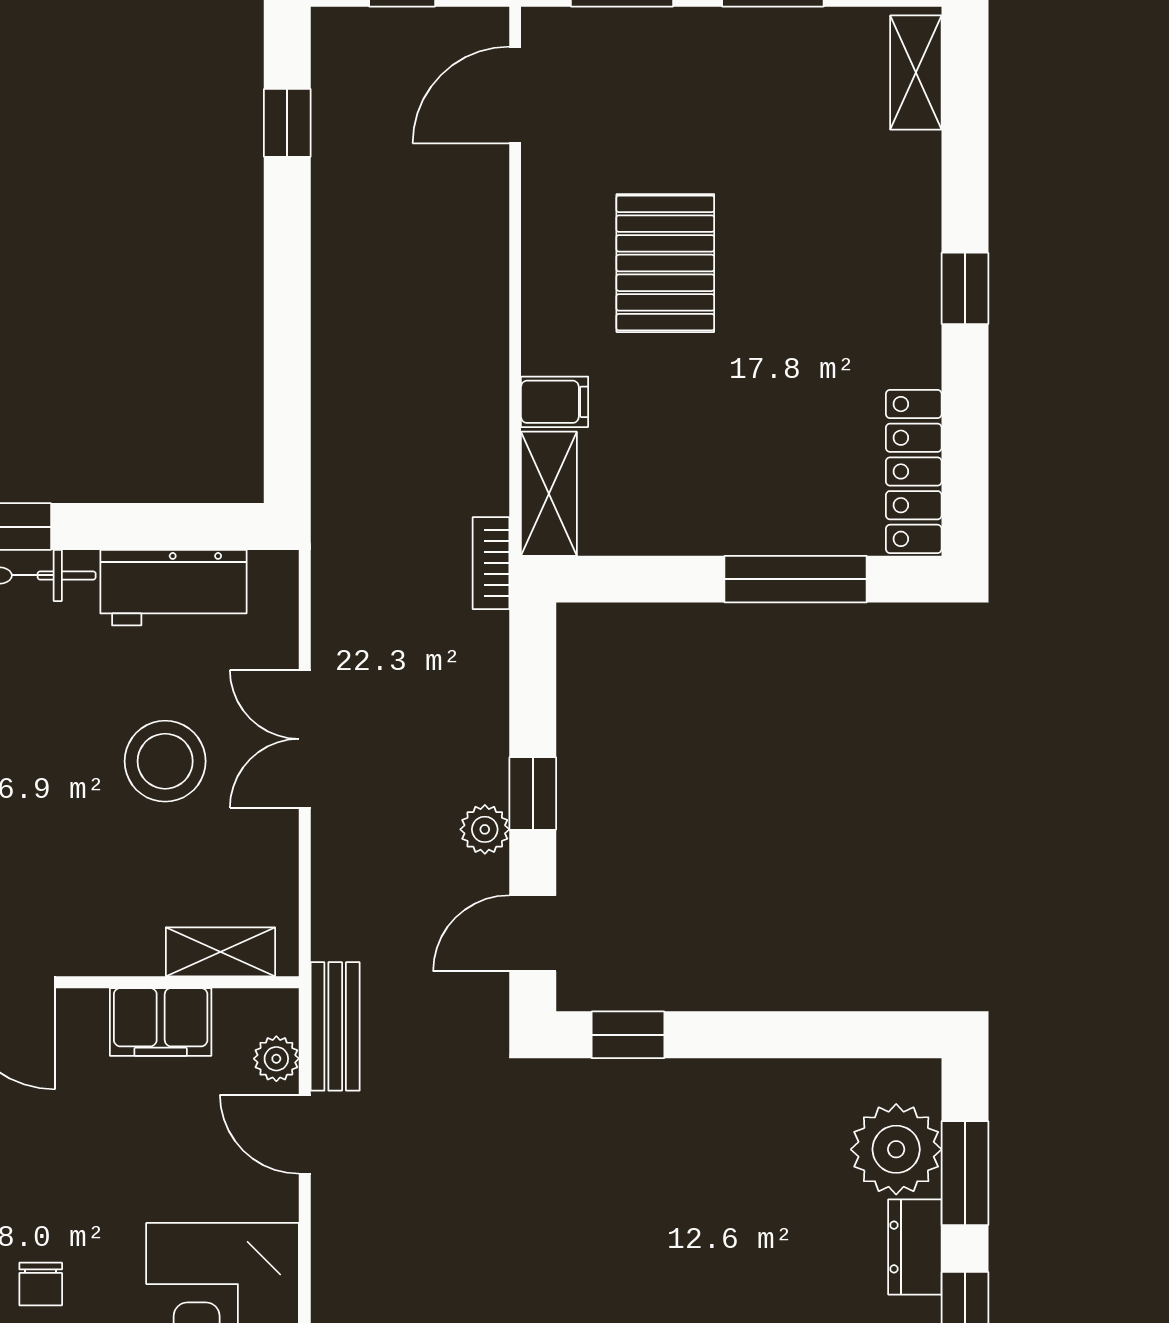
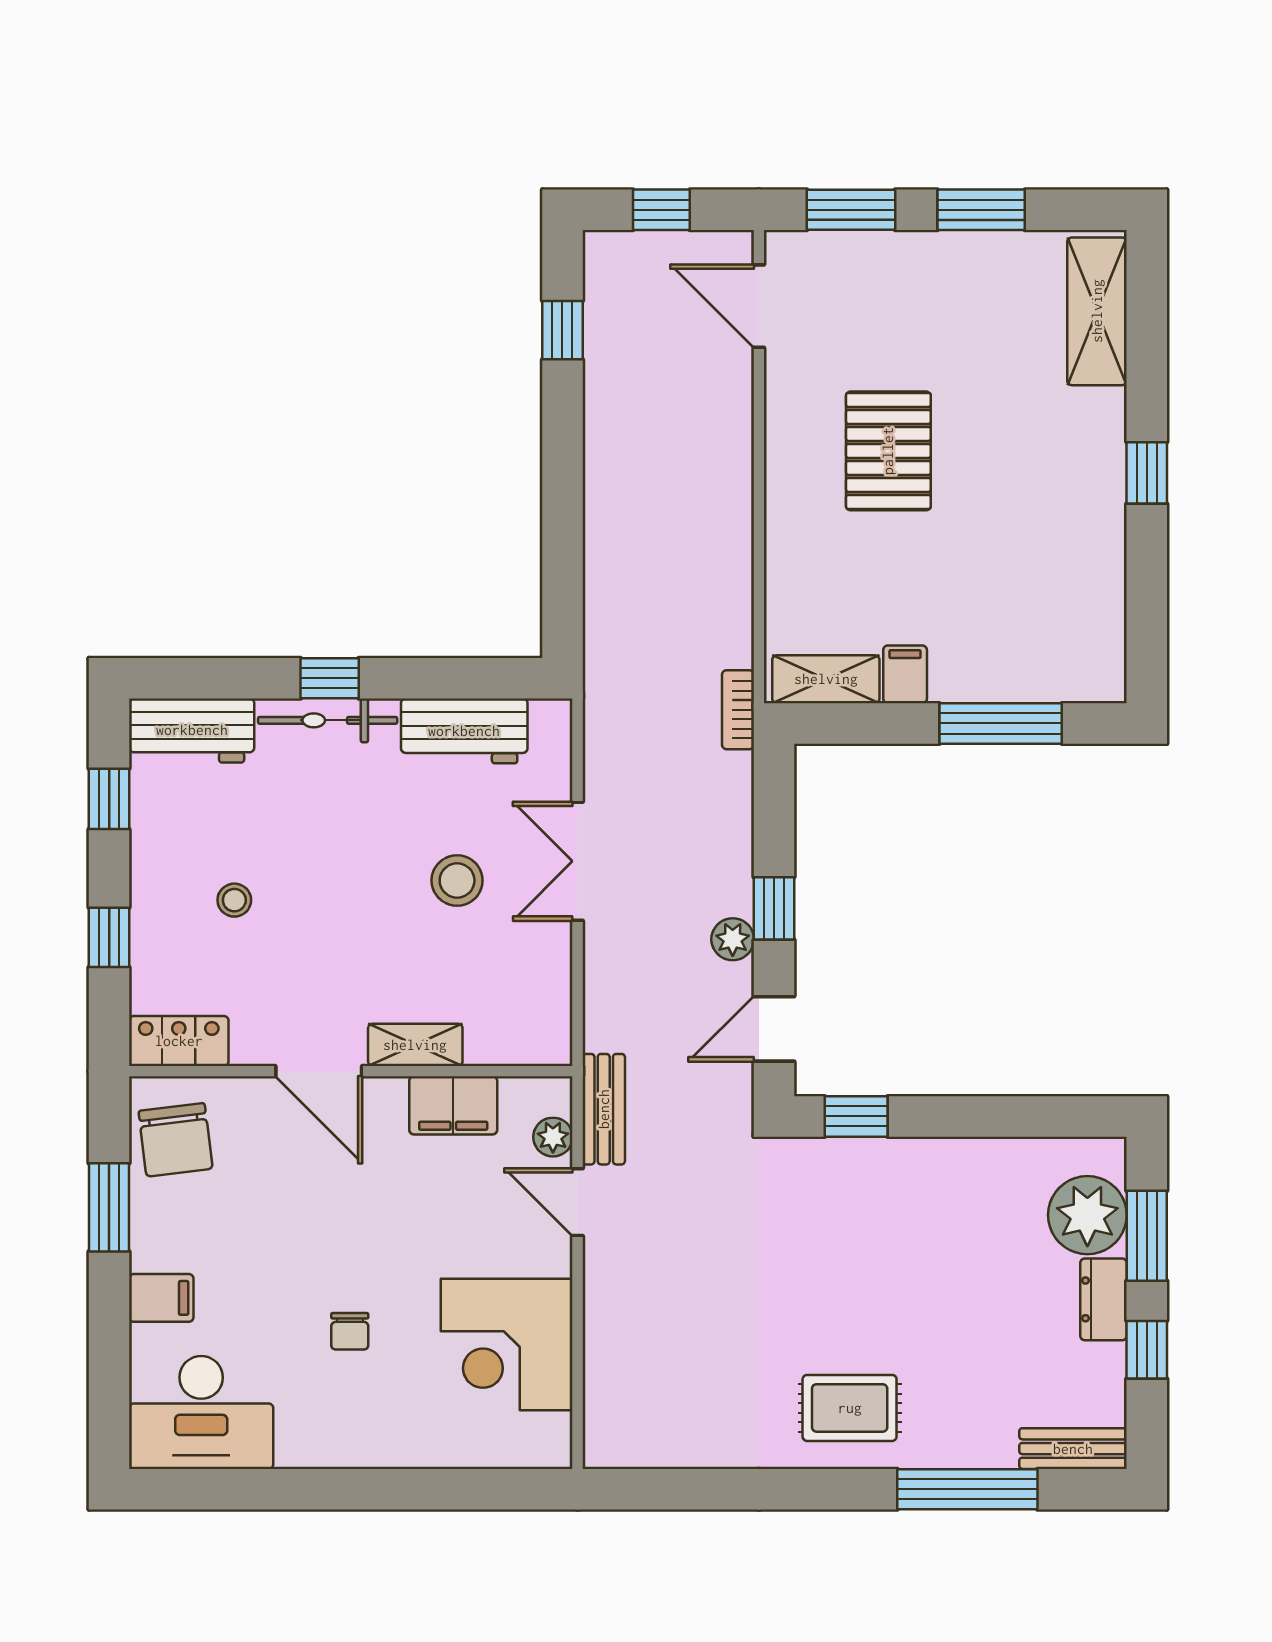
shelving: (916, 73) -> (1097, 311), width x1.50, depth x1.33
door: (515, 95) -> (759, 306), hinge flipped
filing cabinet: (555, 402) -> (905, 674), moved, turned -90
locker: (914, 471) -> (1103, 631), removed
shelving: (549, 494) -> (826, 679), moved, turned 90
stool: (165, 761) -> (457, 880), width x0.73, depth x0.73
shelving: (220, 952) -> (415, 1045), moved

